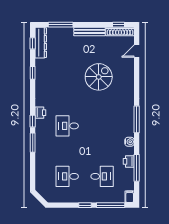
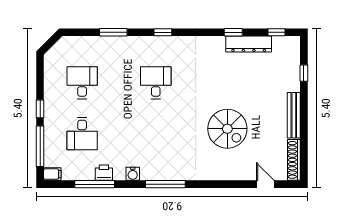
window: (61, 25) -> (304, 73), width x0.46
window: (118, 25) -> (304, 158), removed
dresser: (41, 43) -> (249, 44), moved
printer: (40, 113) -> (175, 44), removed
window: (33, 143) -> (113, 32), moved

